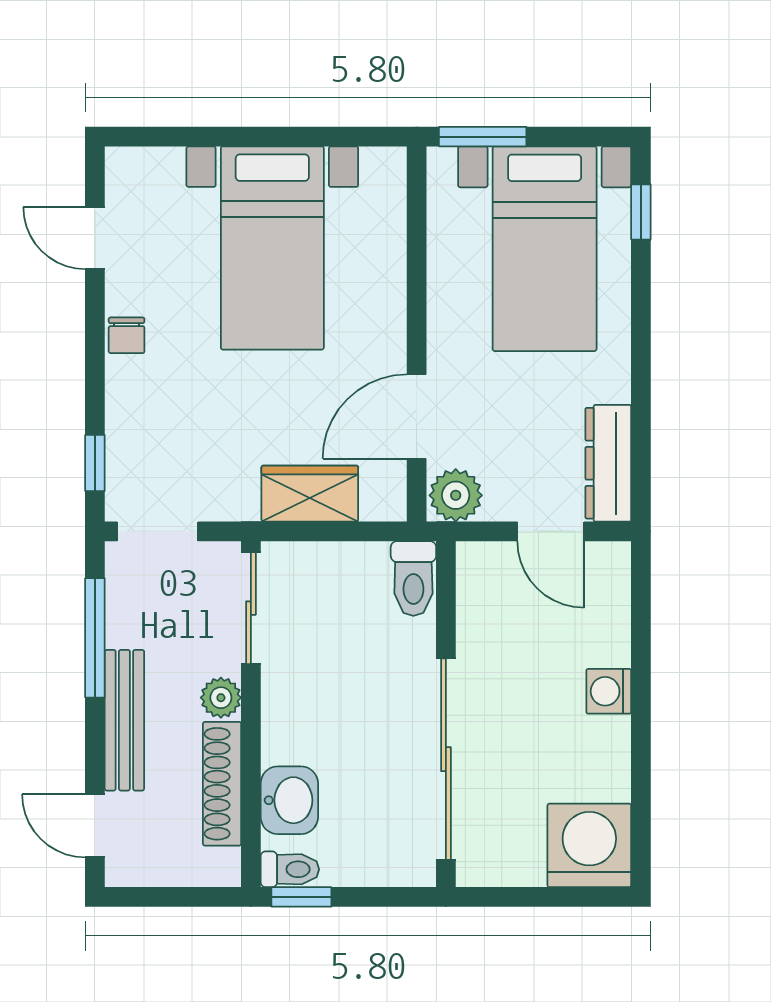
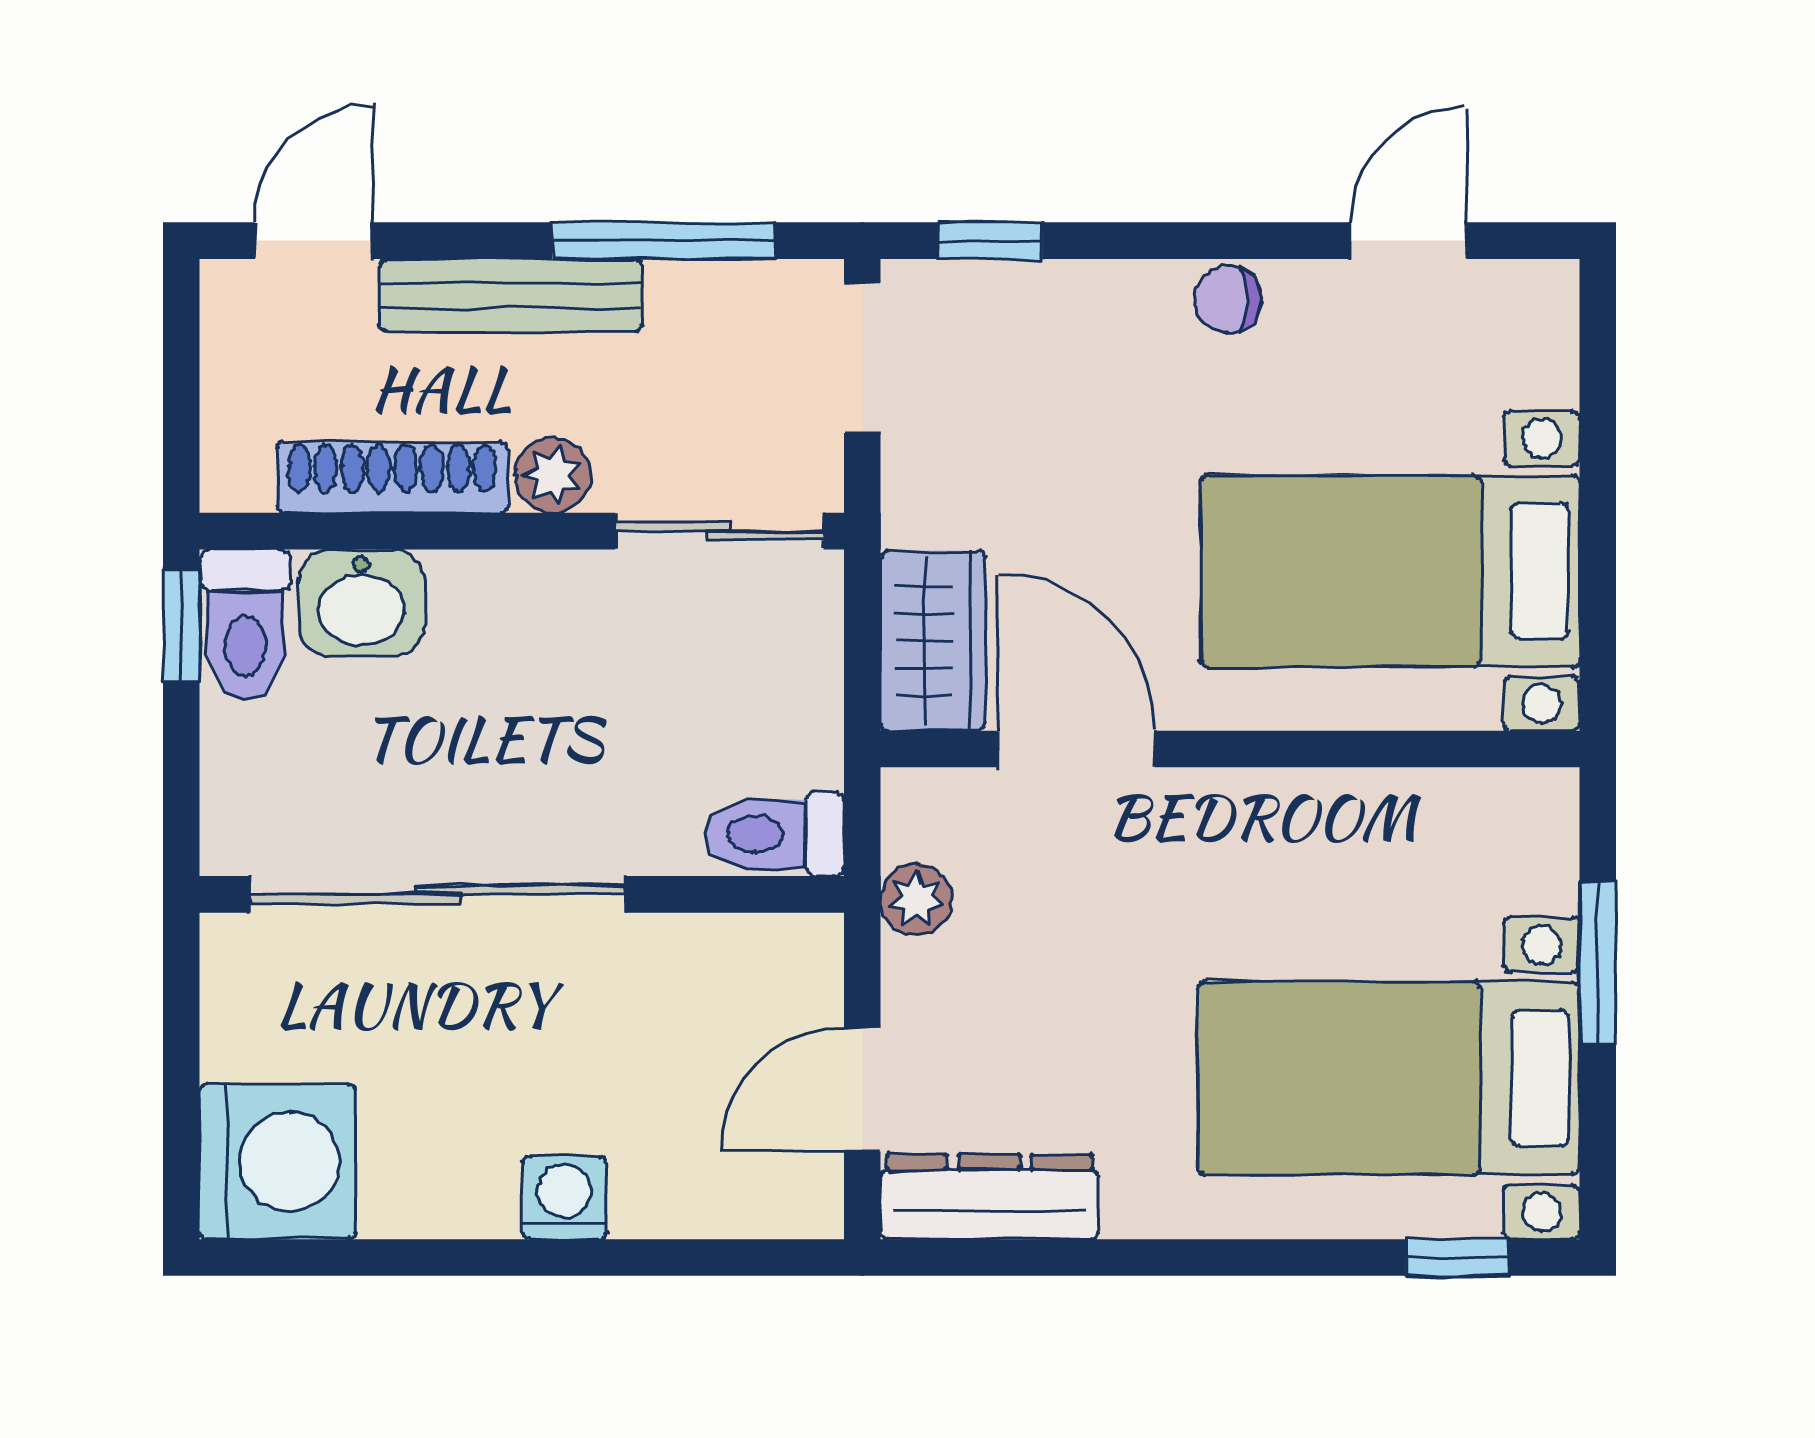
wall: (417, 334) -> (1230, 749), moved
door: (417, 417) -> (1076, 749), moved
plant: (456, 495) -> (916, 899), width x0.73, depth x0.73
toilet: (290, 869) -> (245, 625), width x1.37, depth x1.39

